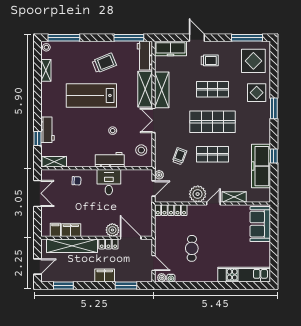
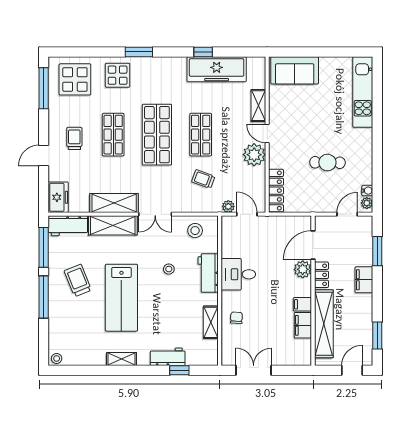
window: (64, 38) -> (44, 297), moved
freezer: (171, 48) -> (58, 197), width x0.71
shelving: (46, 70) -> (122, 359), moved
shelving: (54, 162) -> (211, 322), moved
filing cabinet: (55, 230) -> (302, 304), moved
door: (37, 267) -> (352, 370), hinge flipped

